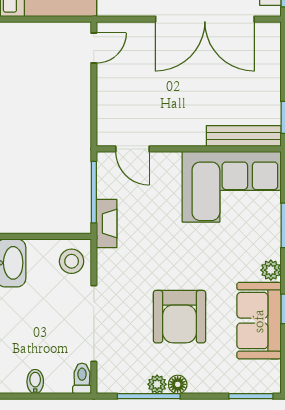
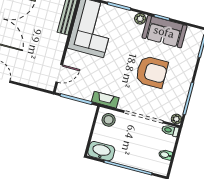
fireplace: (107, 224) -> (105, 100), moved
plant: (157, 384) -> (176, 119), moved
floor lamp: (178, 384) -> (186, 82), removed

